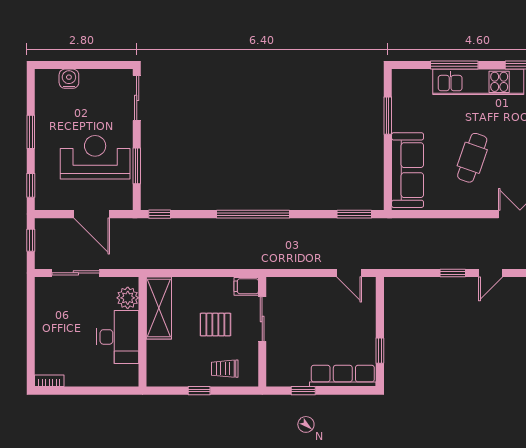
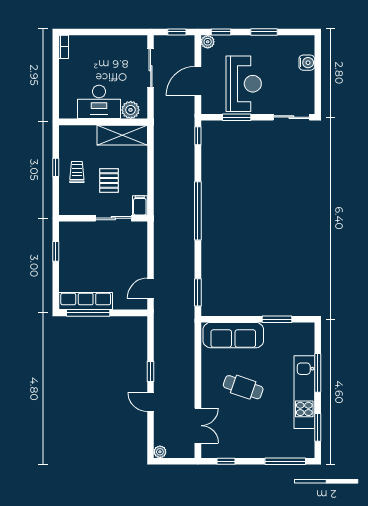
plant: (43, 202) -> (208, 42), added
window: (380, 351) -> (88, 313), width x2.17
trolley: (225, 369) -> (77, 172), moved
row of seats: (343, 376) -> (86, 301), moved, turned -90

